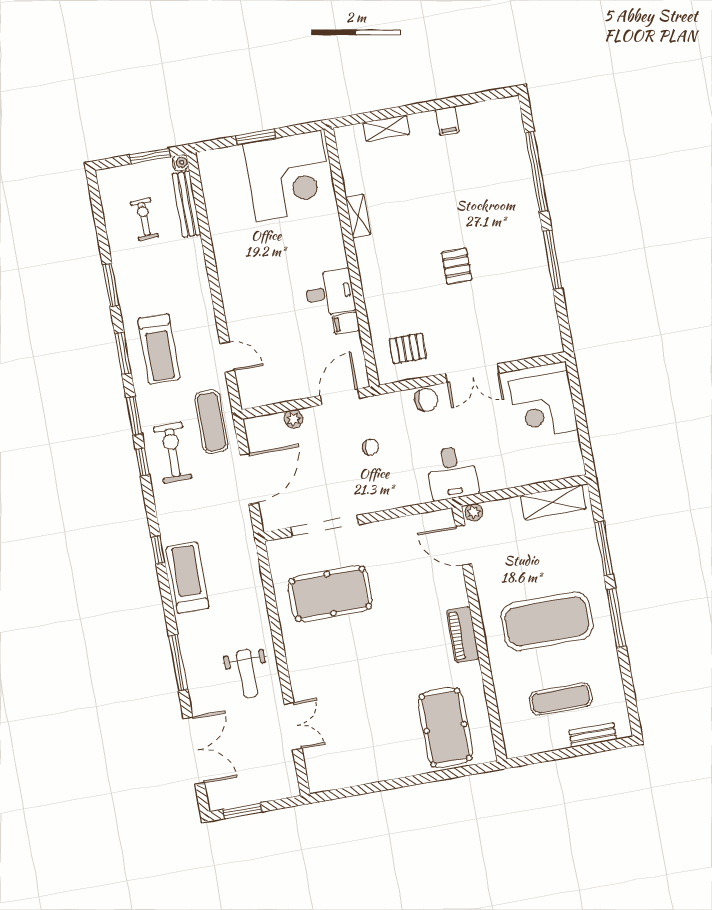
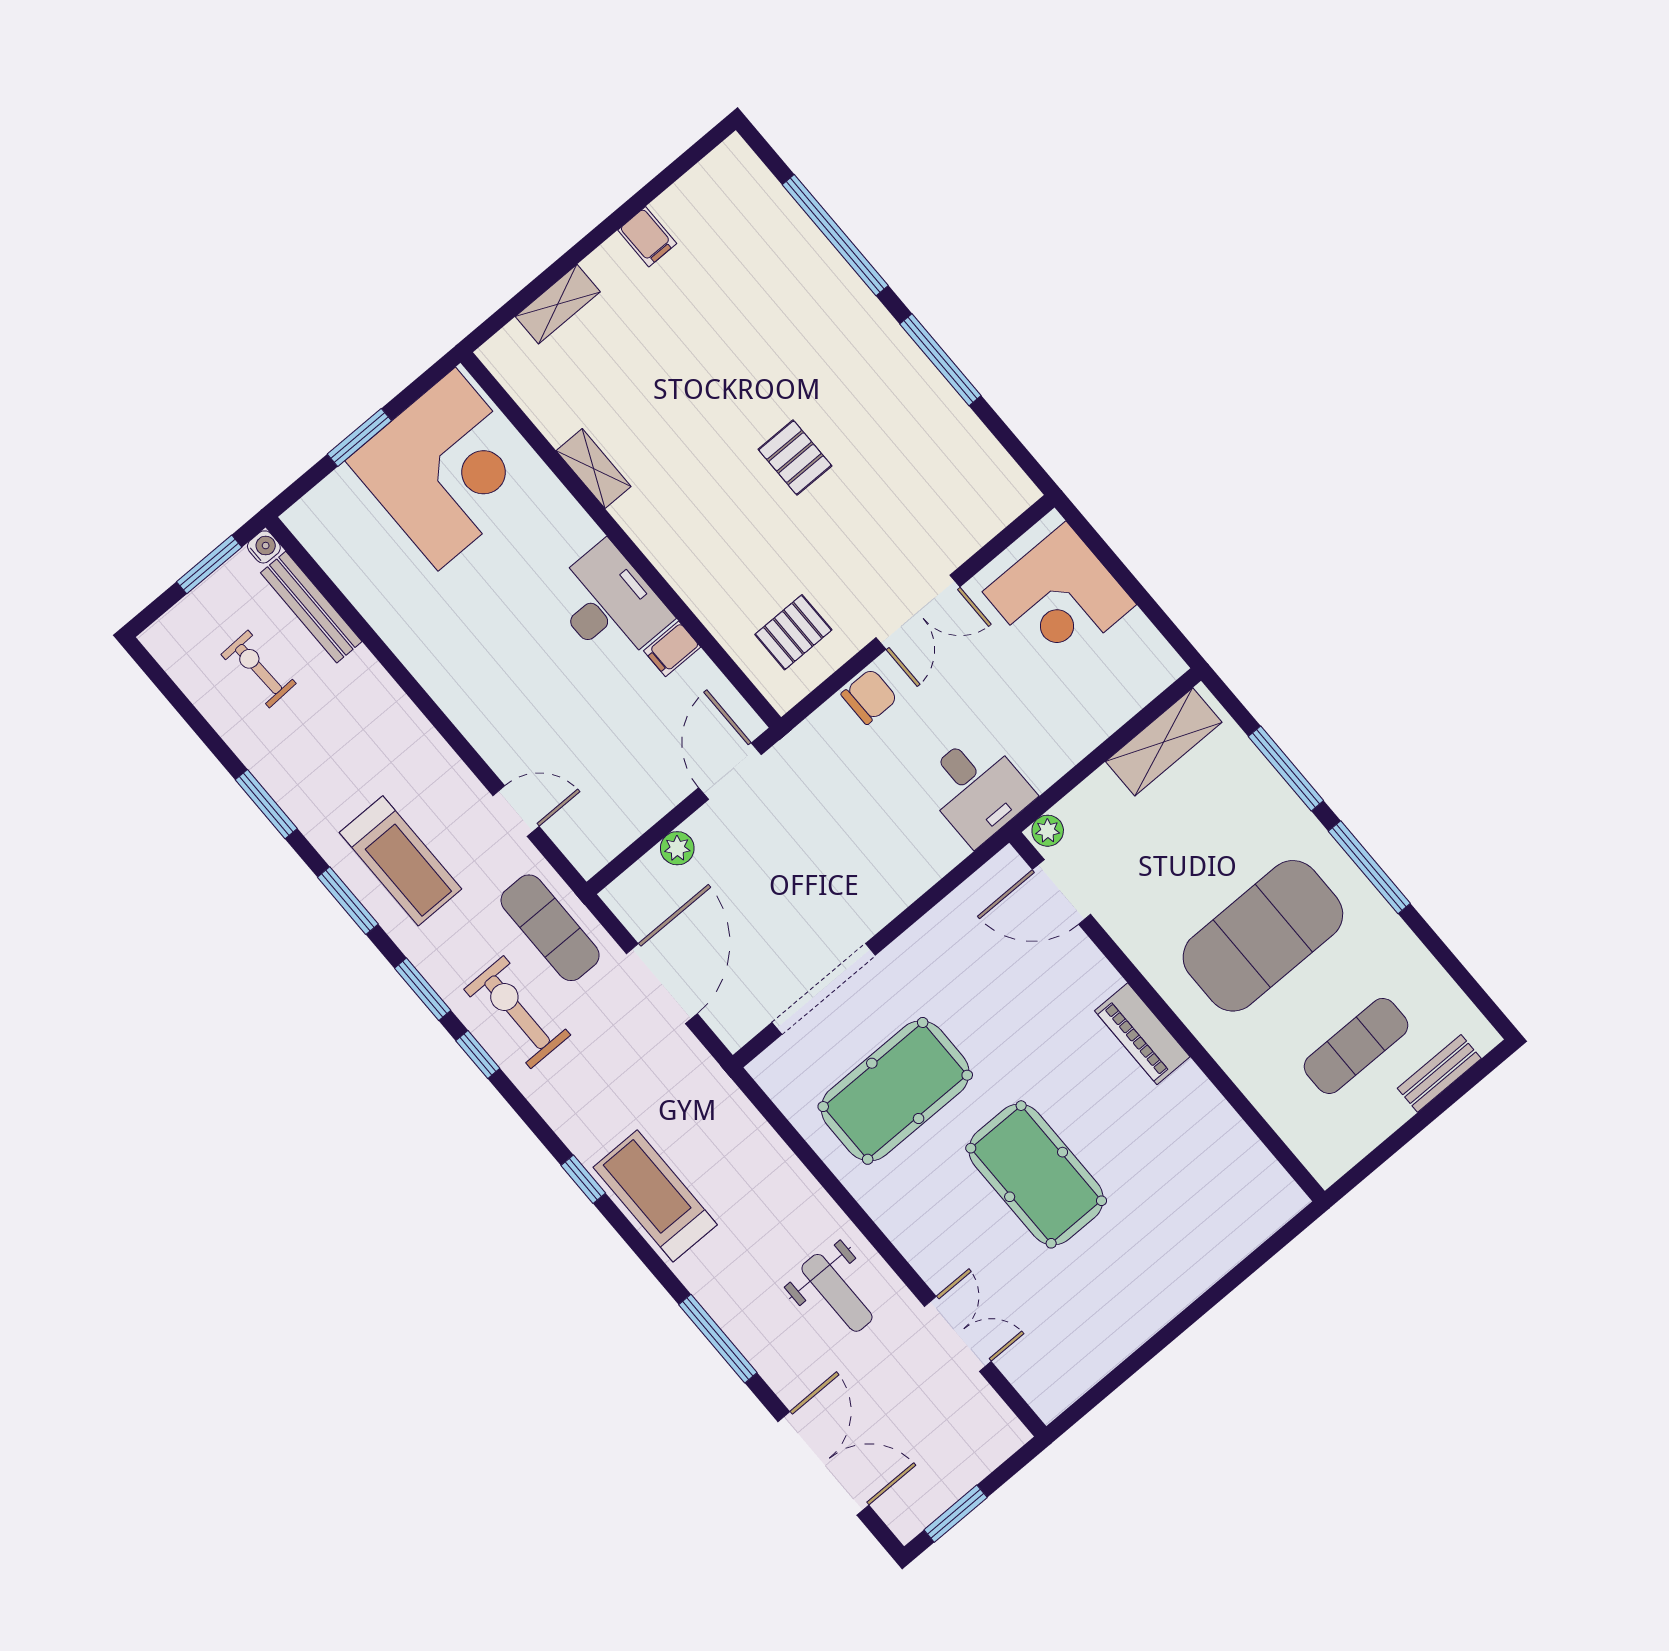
desk: (330, 293) -> (609, 604), width x1.37
chair: (371, 447) -> (825, 822), removed
pool table: (445, 727) -> (1036, 1174), moved

